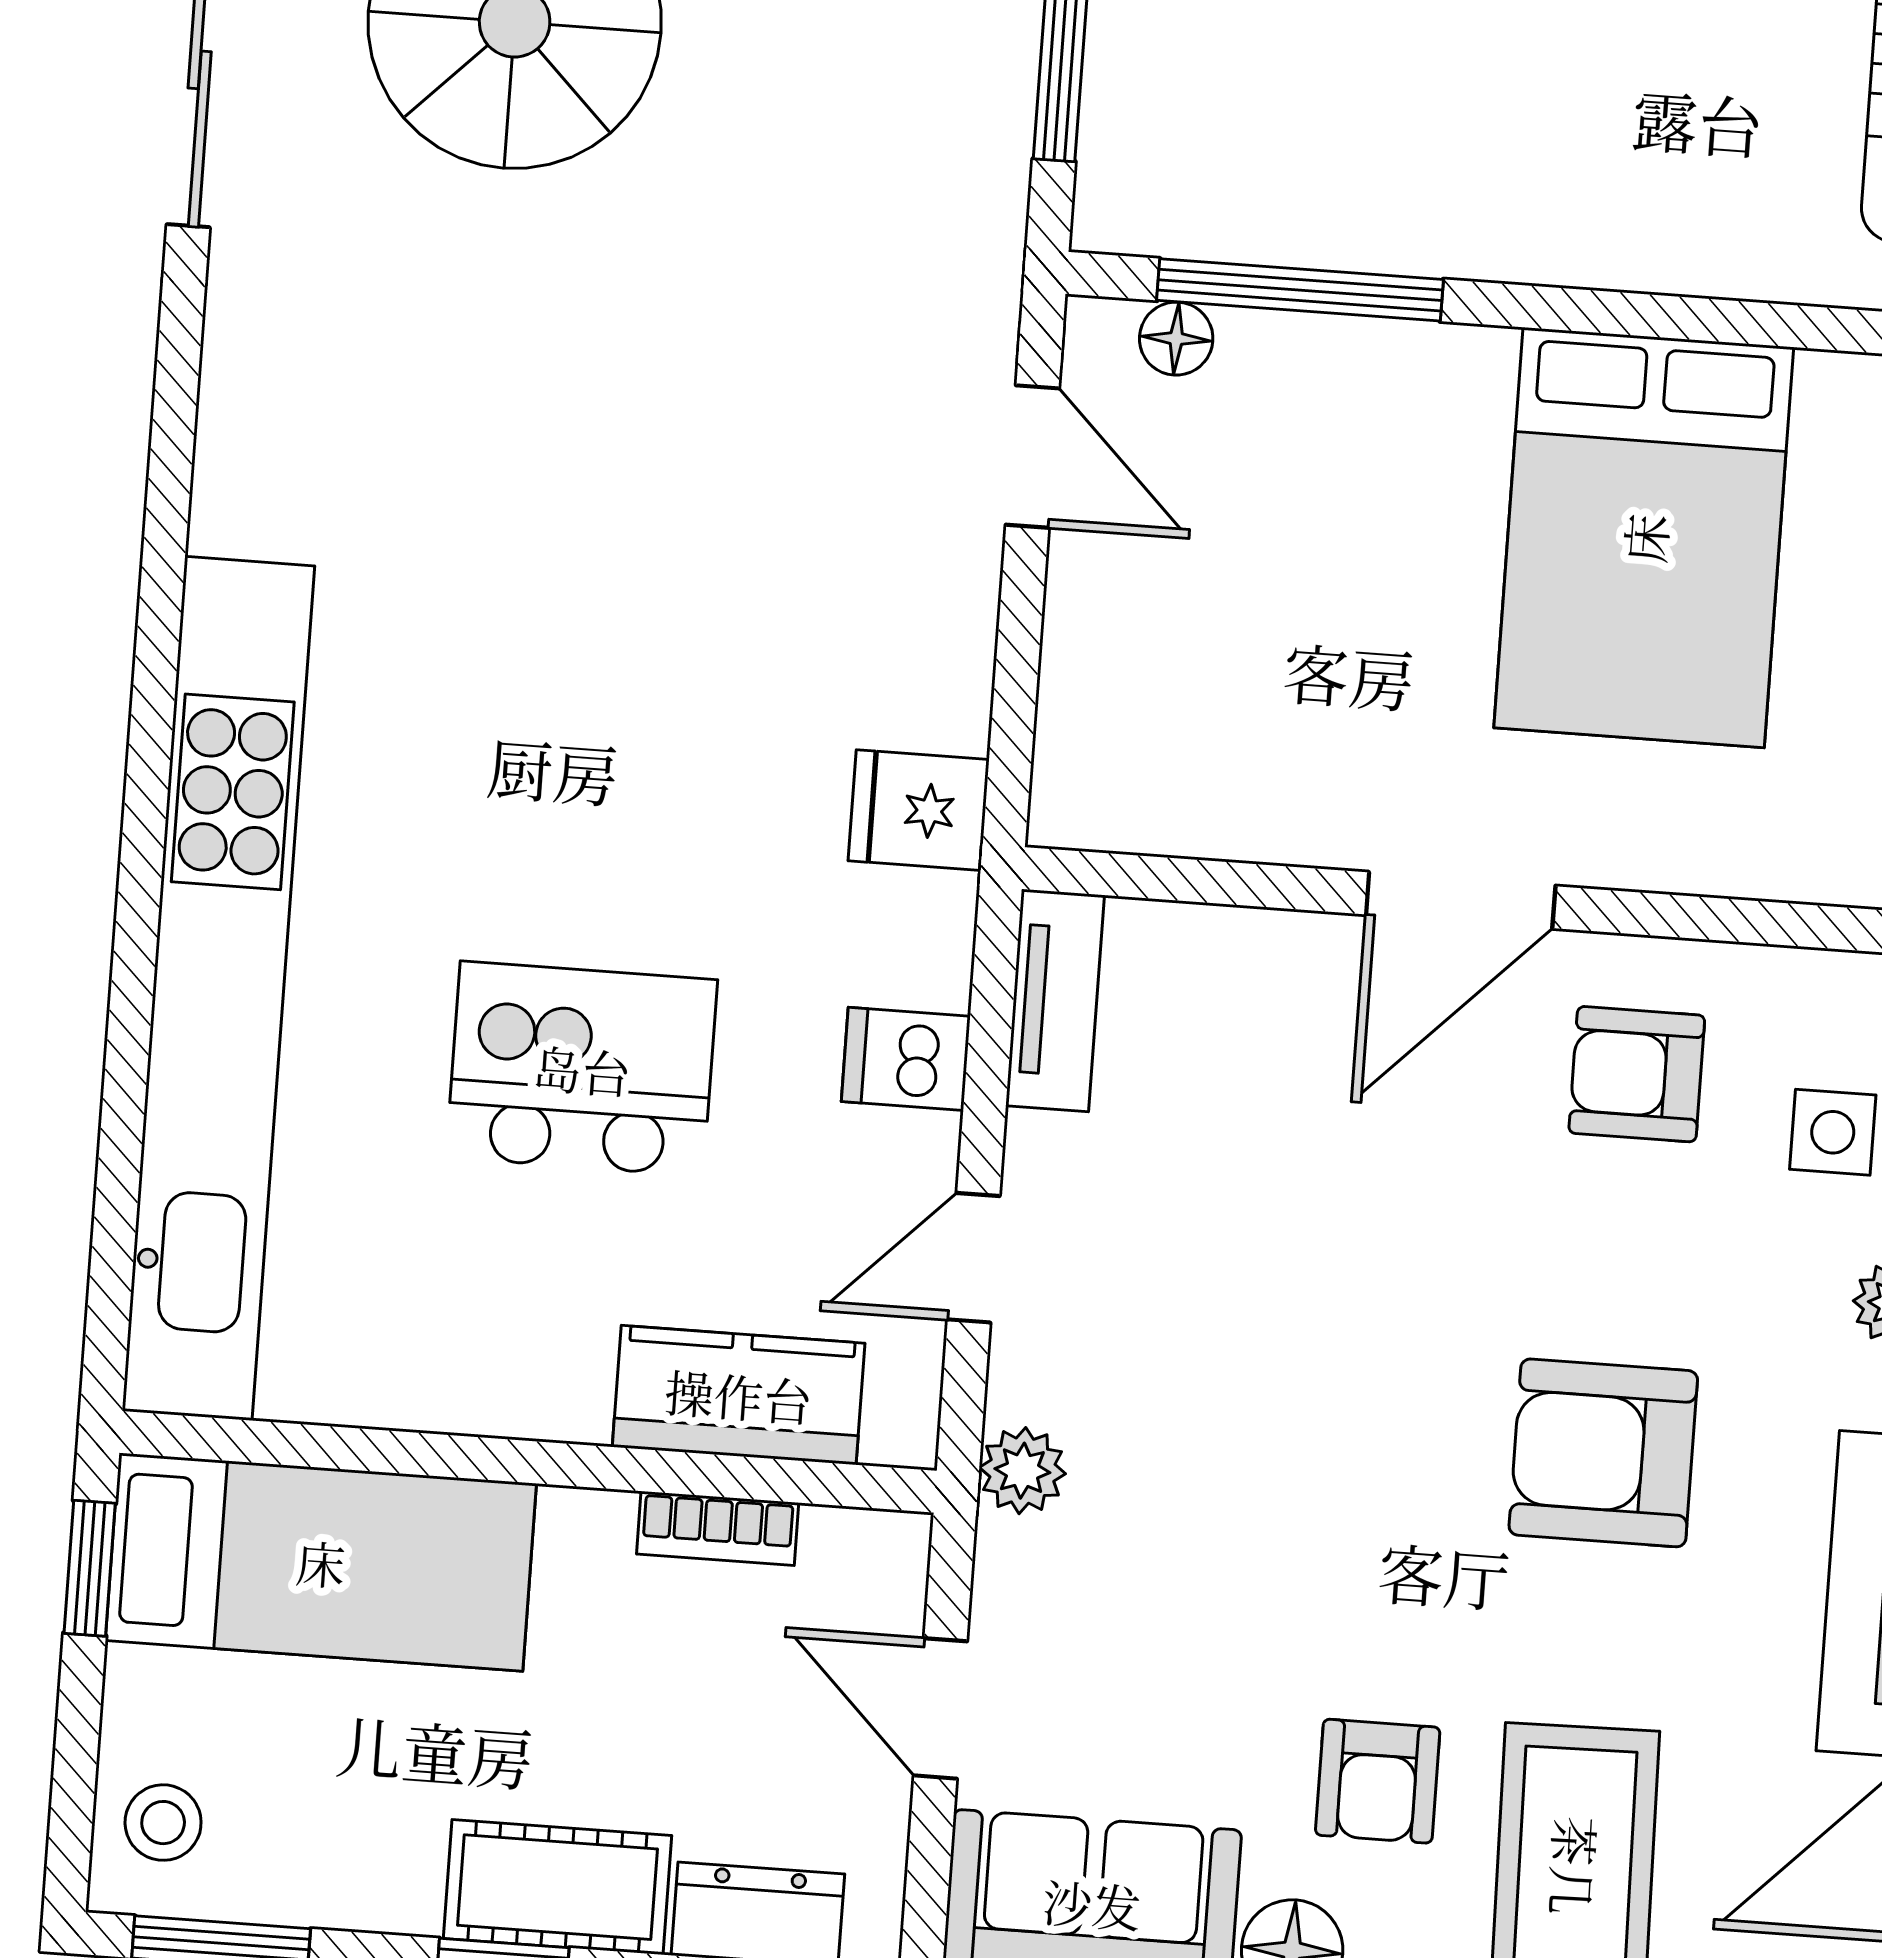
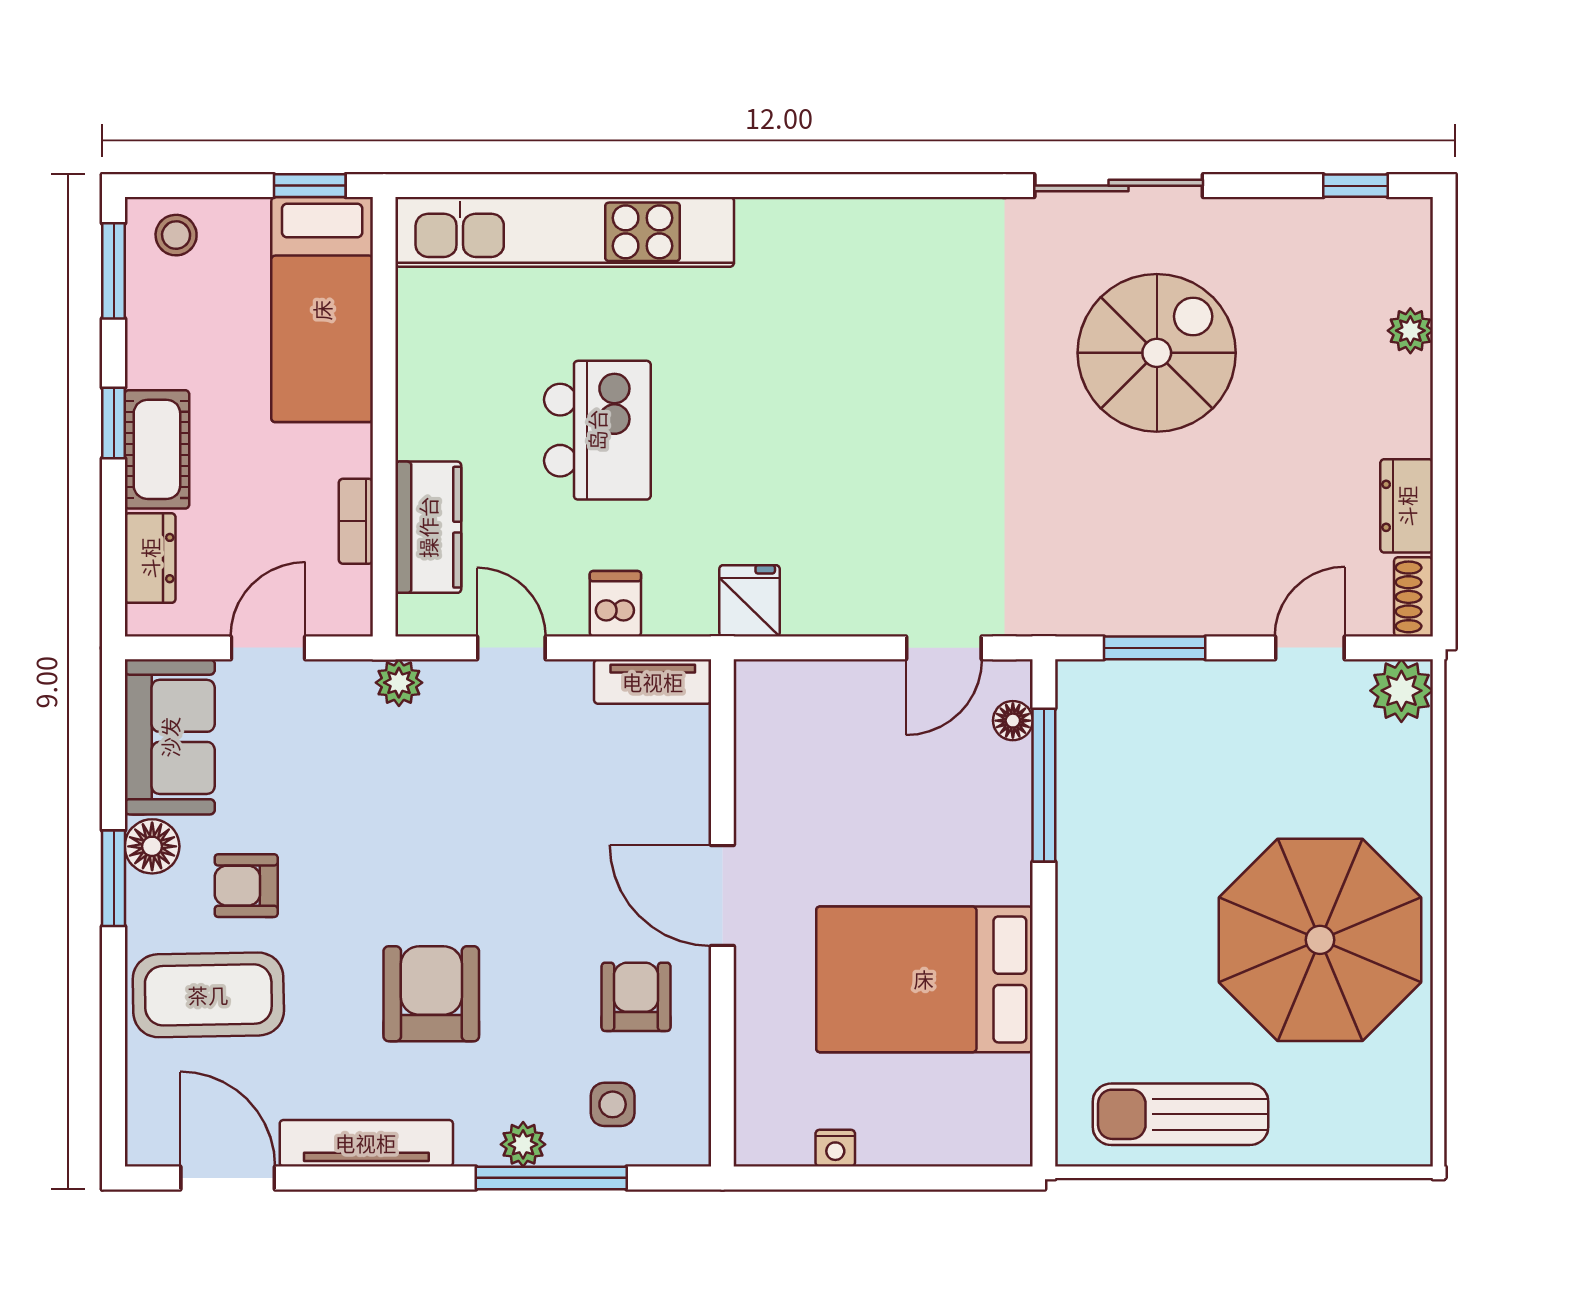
kitchen unit: (218, 988) -> (565, 232), width x0.73

